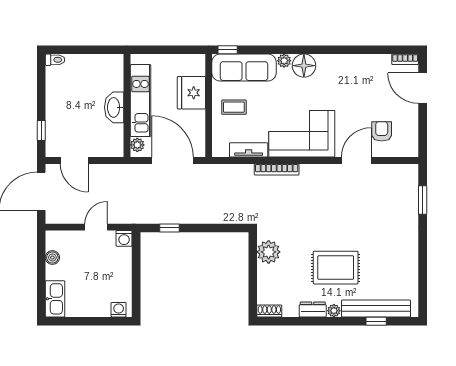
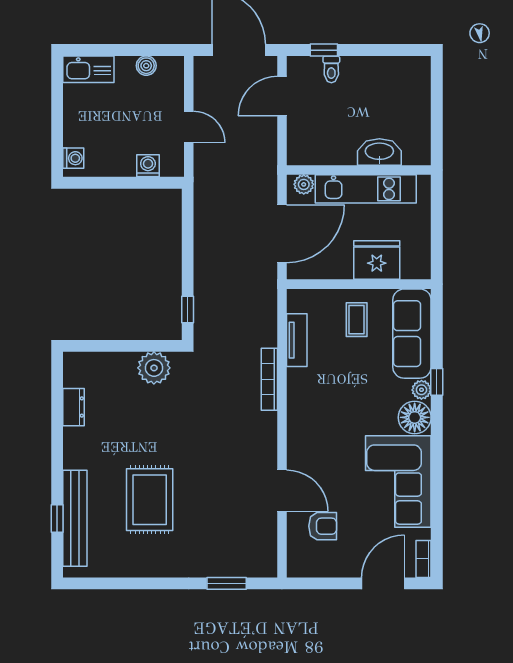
window: (228, 50) -> (437, 382), moved
toilet: (55, 60) -> (331, 69), moved
washbasin: (114, 107) -> (379, 152), moved
corner sofa: (302, 134) -> (398, 482), moved, turned 180
window: (170, 228) -> (188, 310), moved
washing machine: (124, 238) -> (148, 166), moved, turned 90
rug: (336, 268) -> (150, 500), moved
dresser: (313, 309) -> (74, 407), moved
shoe rack: (269, 311) -> (71, 369), removed
plant: (334, 311) -> (72, 459), removed

